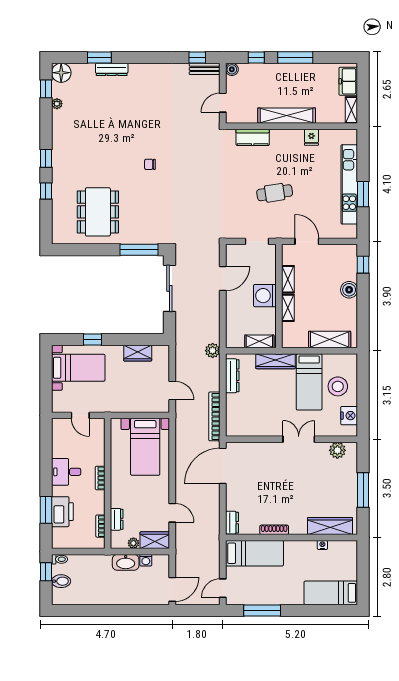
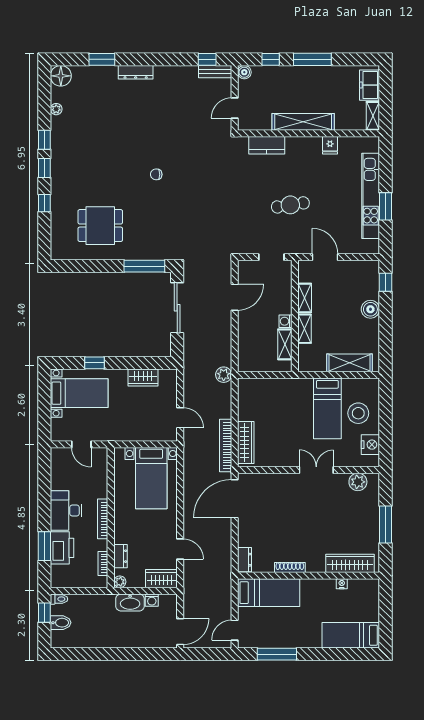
dresser: (112, 69) -> (136, 72), moved
window: (46, 89) -> (44, 140), moved
dining table: (98, 212) -> (100, 226), width x0.73
washing machine: (265, 296) -> (286, 321), width x0.53, depth x0.53
shelving: (259, 341) -> (285, 344), moved, turned 90
wardrobe: (276, 361) -> (246, 443), moved, turned -90
dresser: (232, 376) -> (245, 402), removed
desk: (66, 472) -> (66, 511), width x1.37
bookcase: (100, 478) -> (103, 519), width x1.56
plant: (133, 543) -> (120, 582), moved

